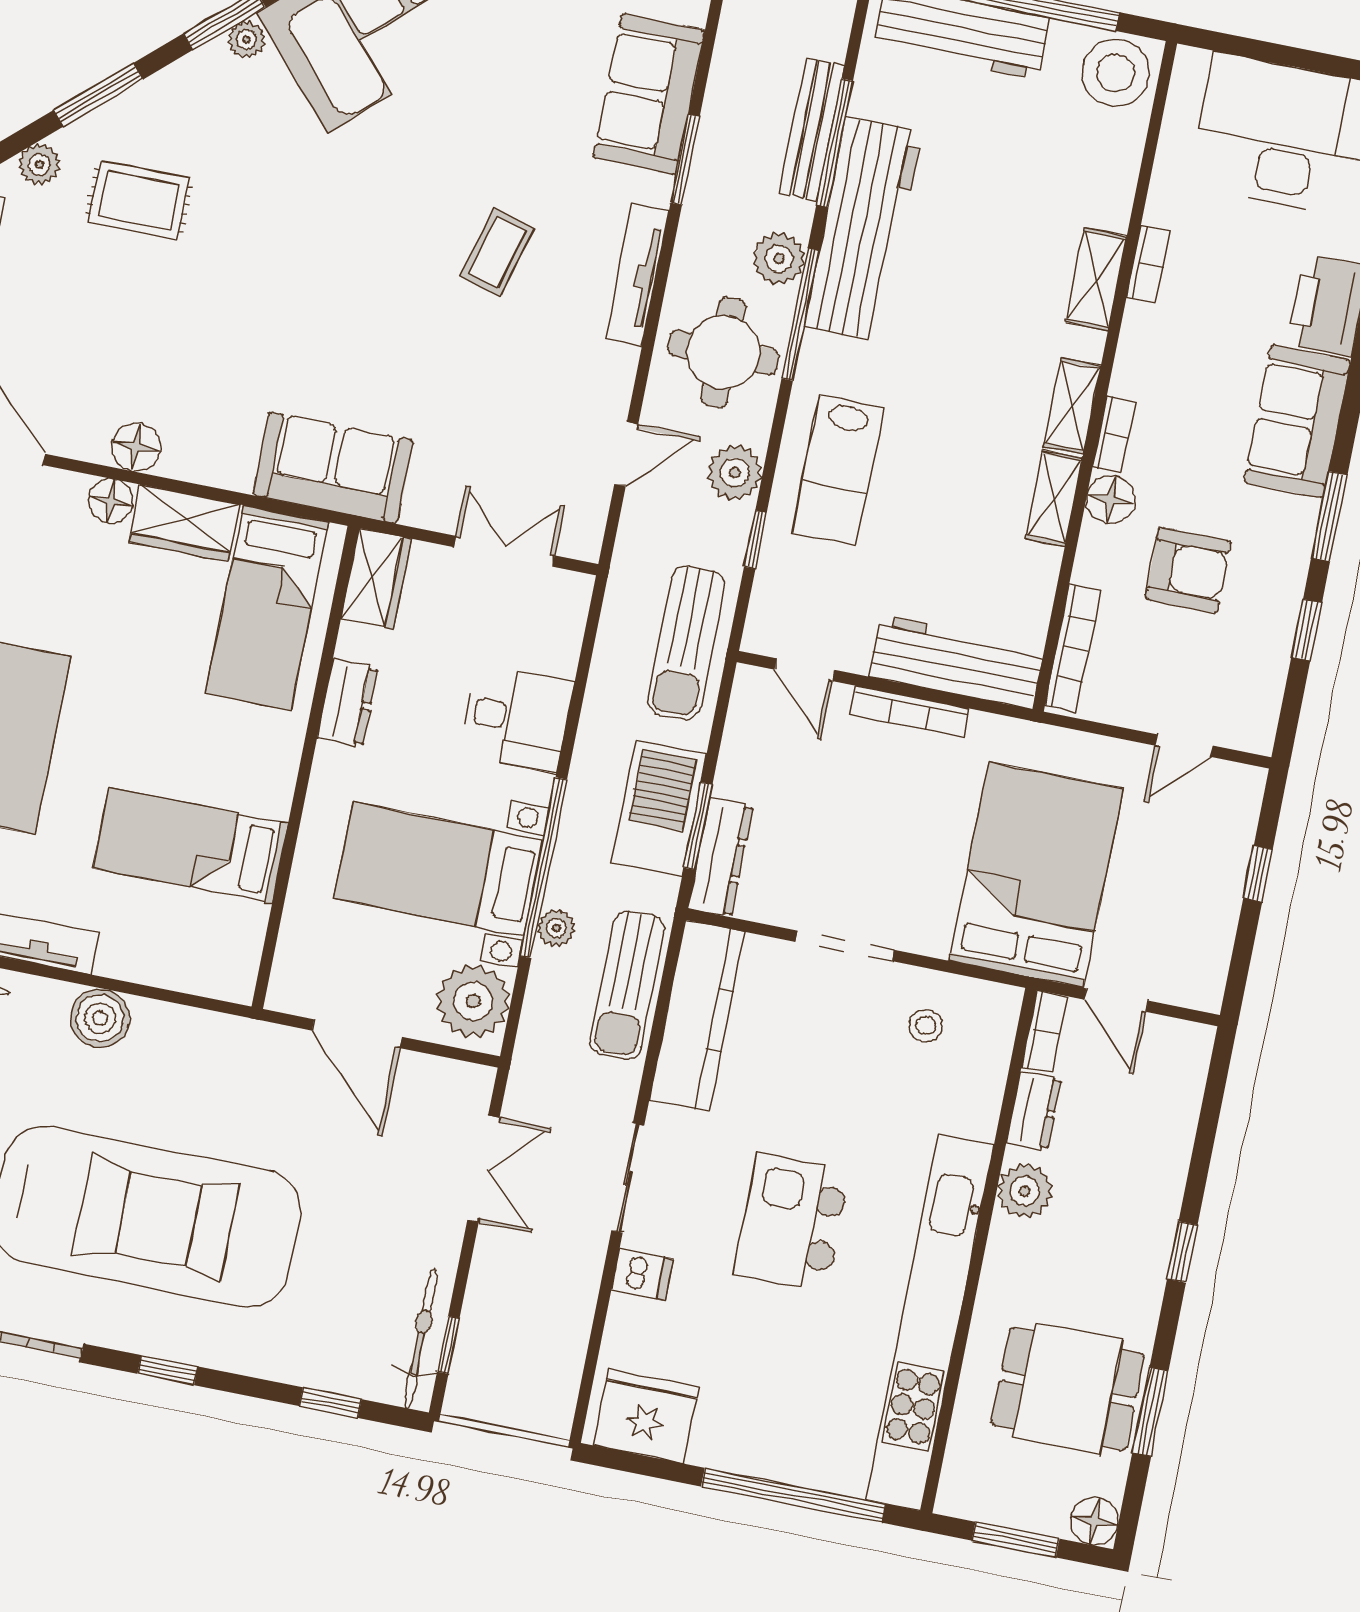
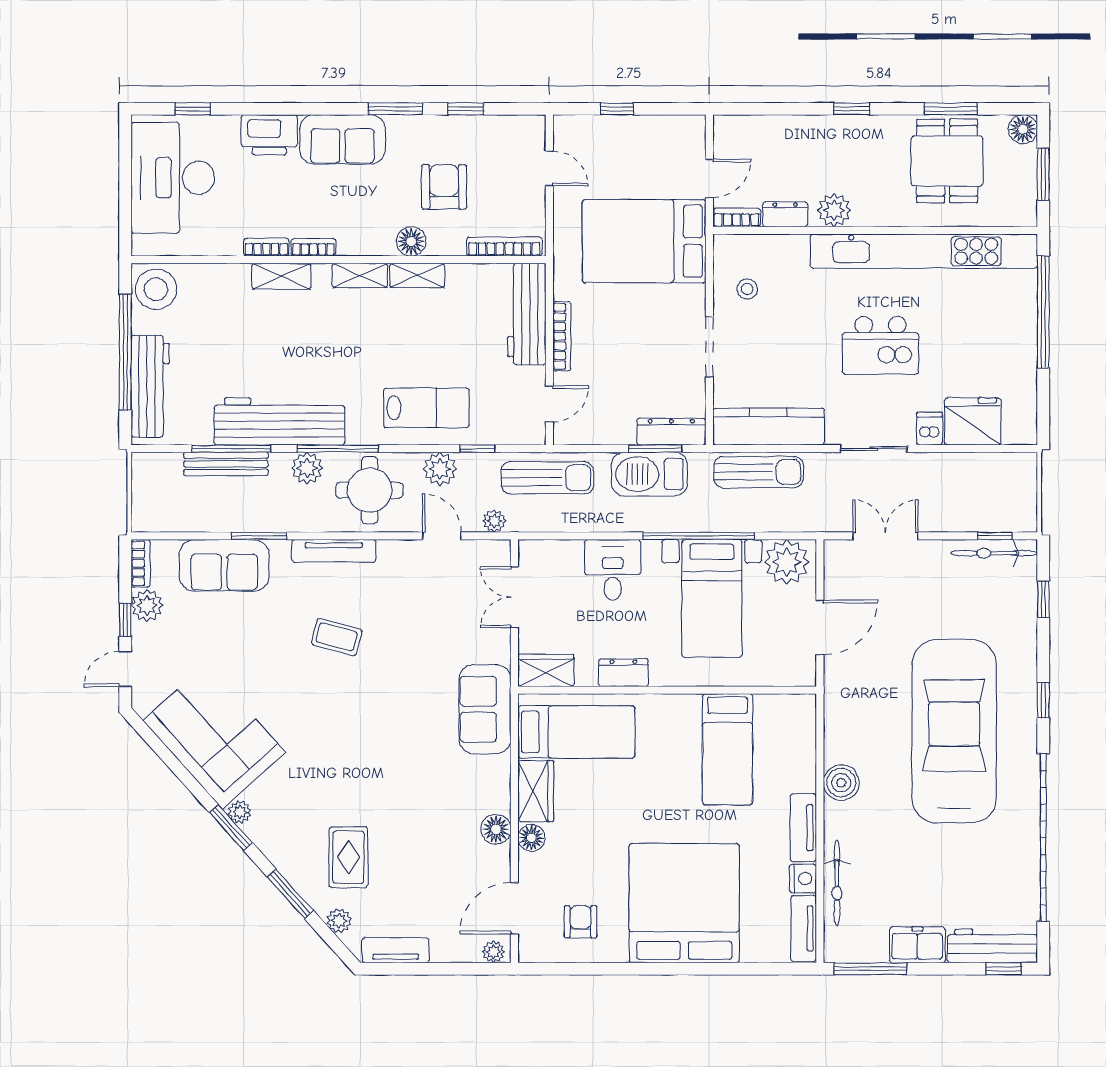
bookcase: (1114, 434) -> (313, 247), moved
plant: (556, 928) -> (494, 521), moved
fridge: (646, 1416) -> (973, 421), moved, turned 90

